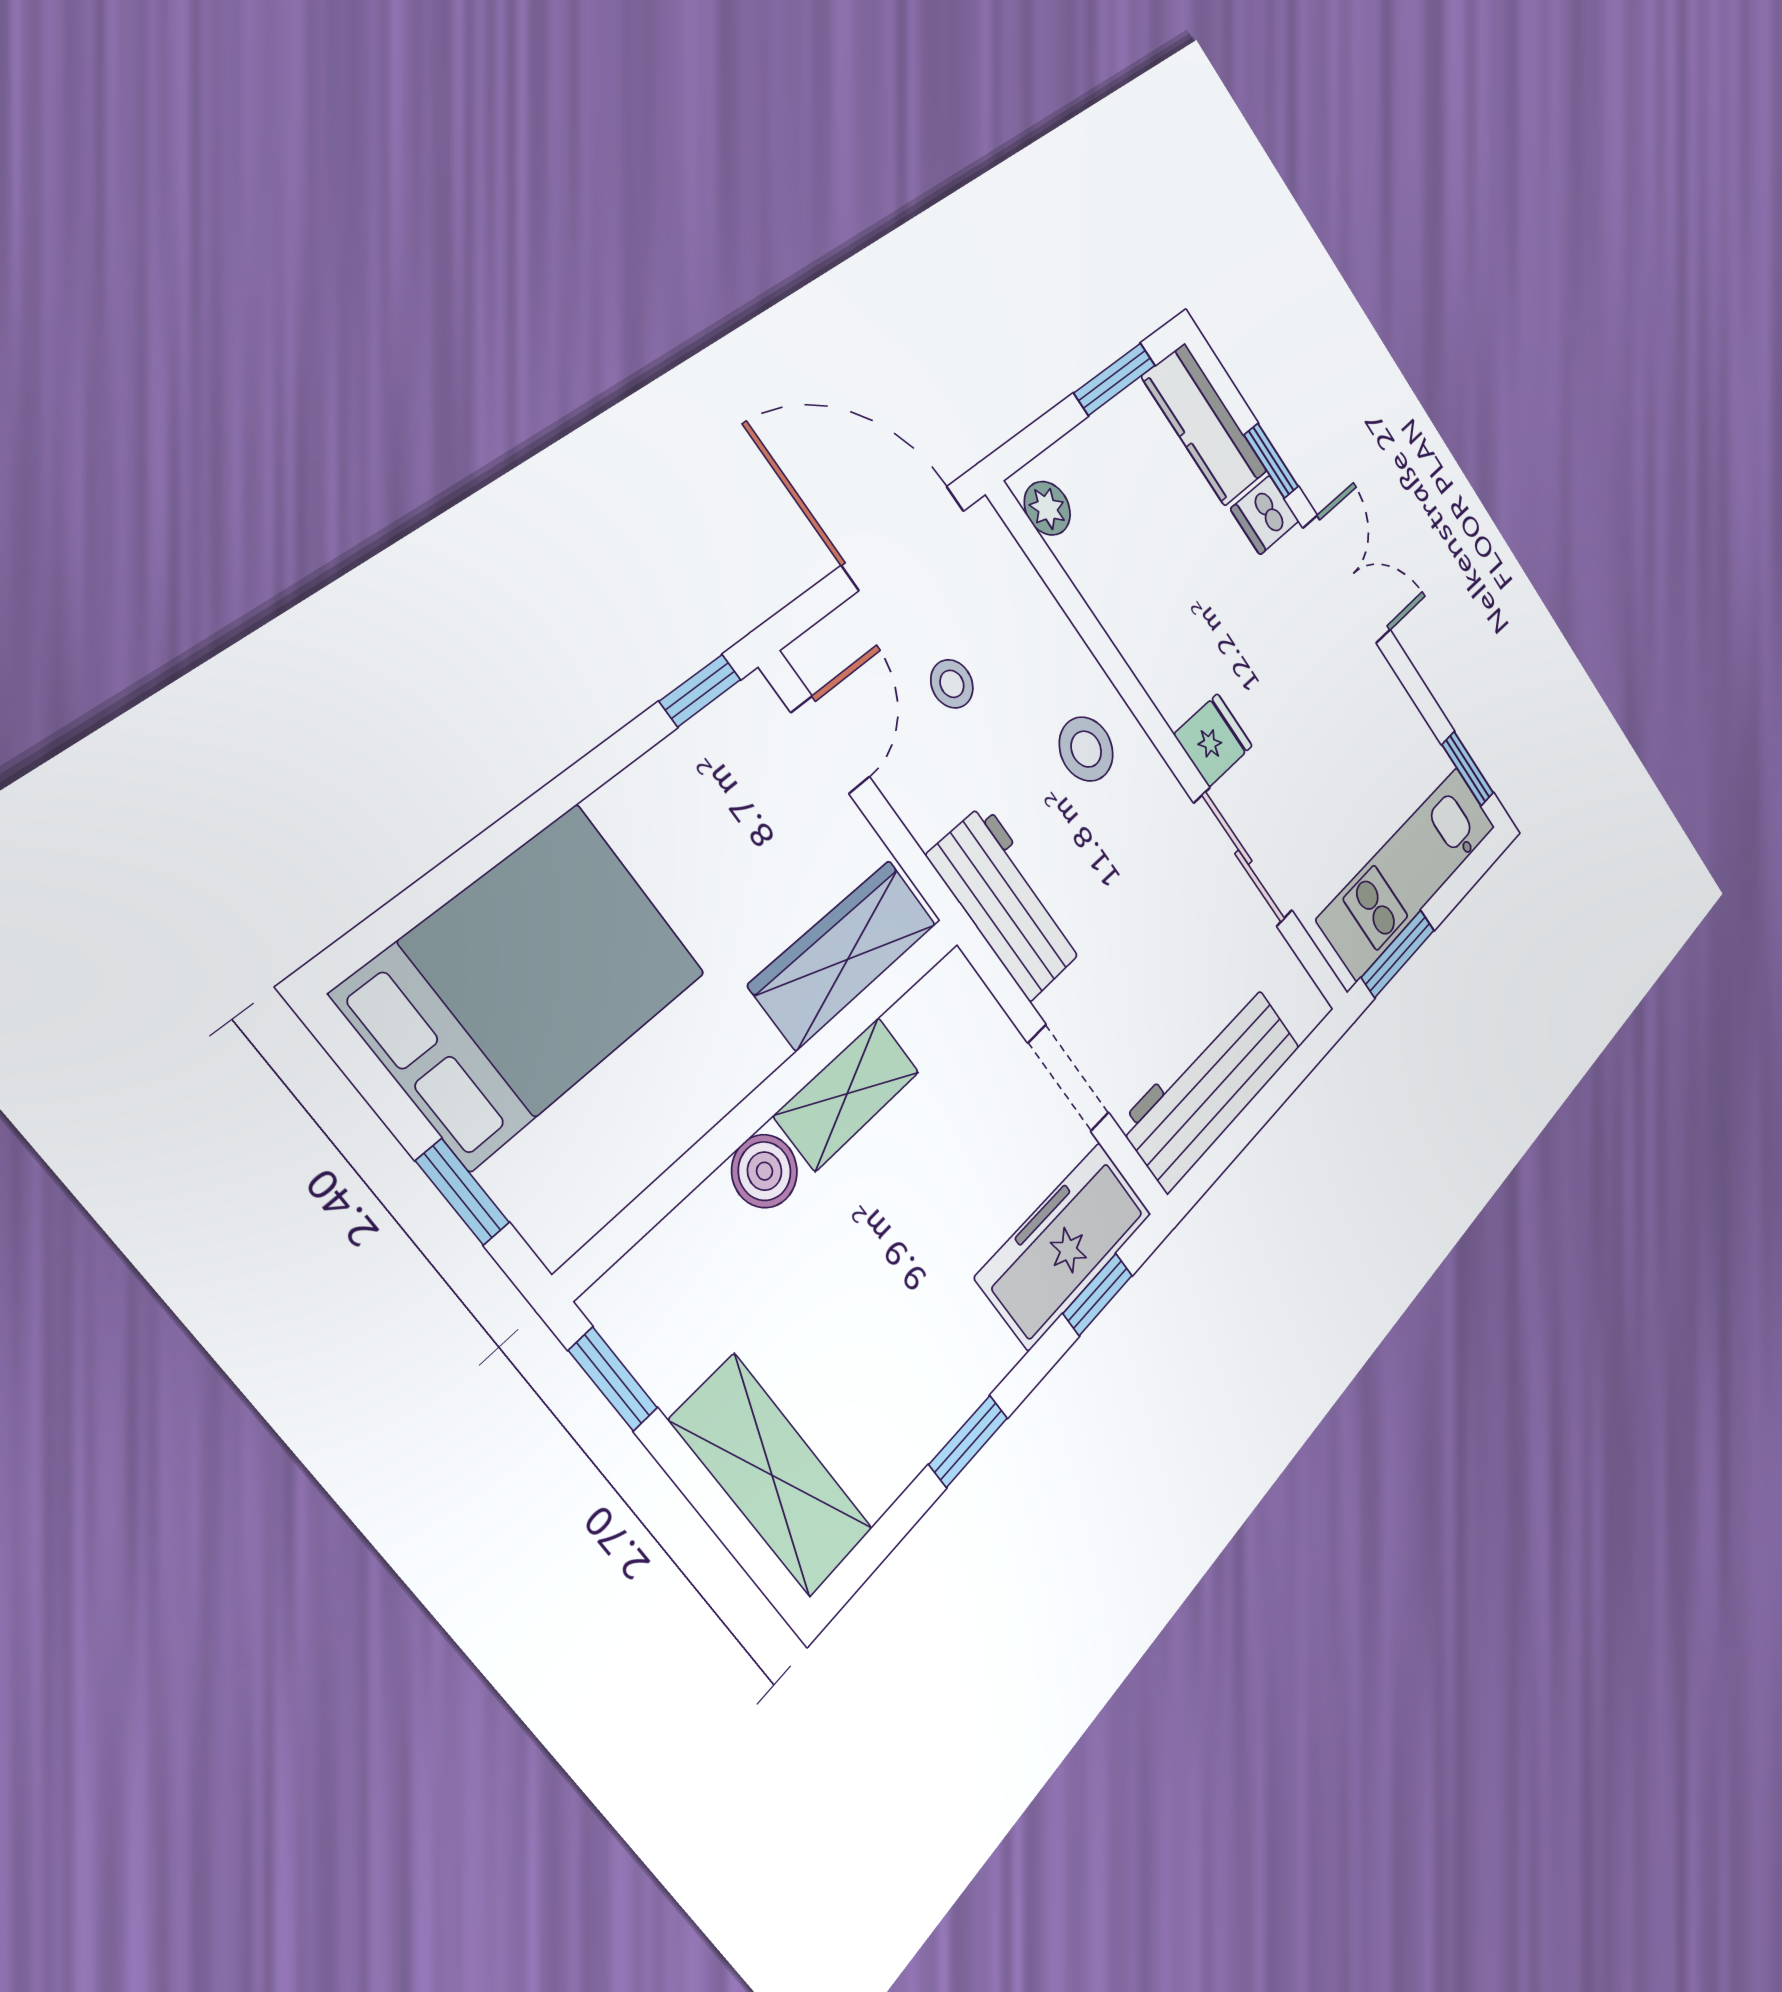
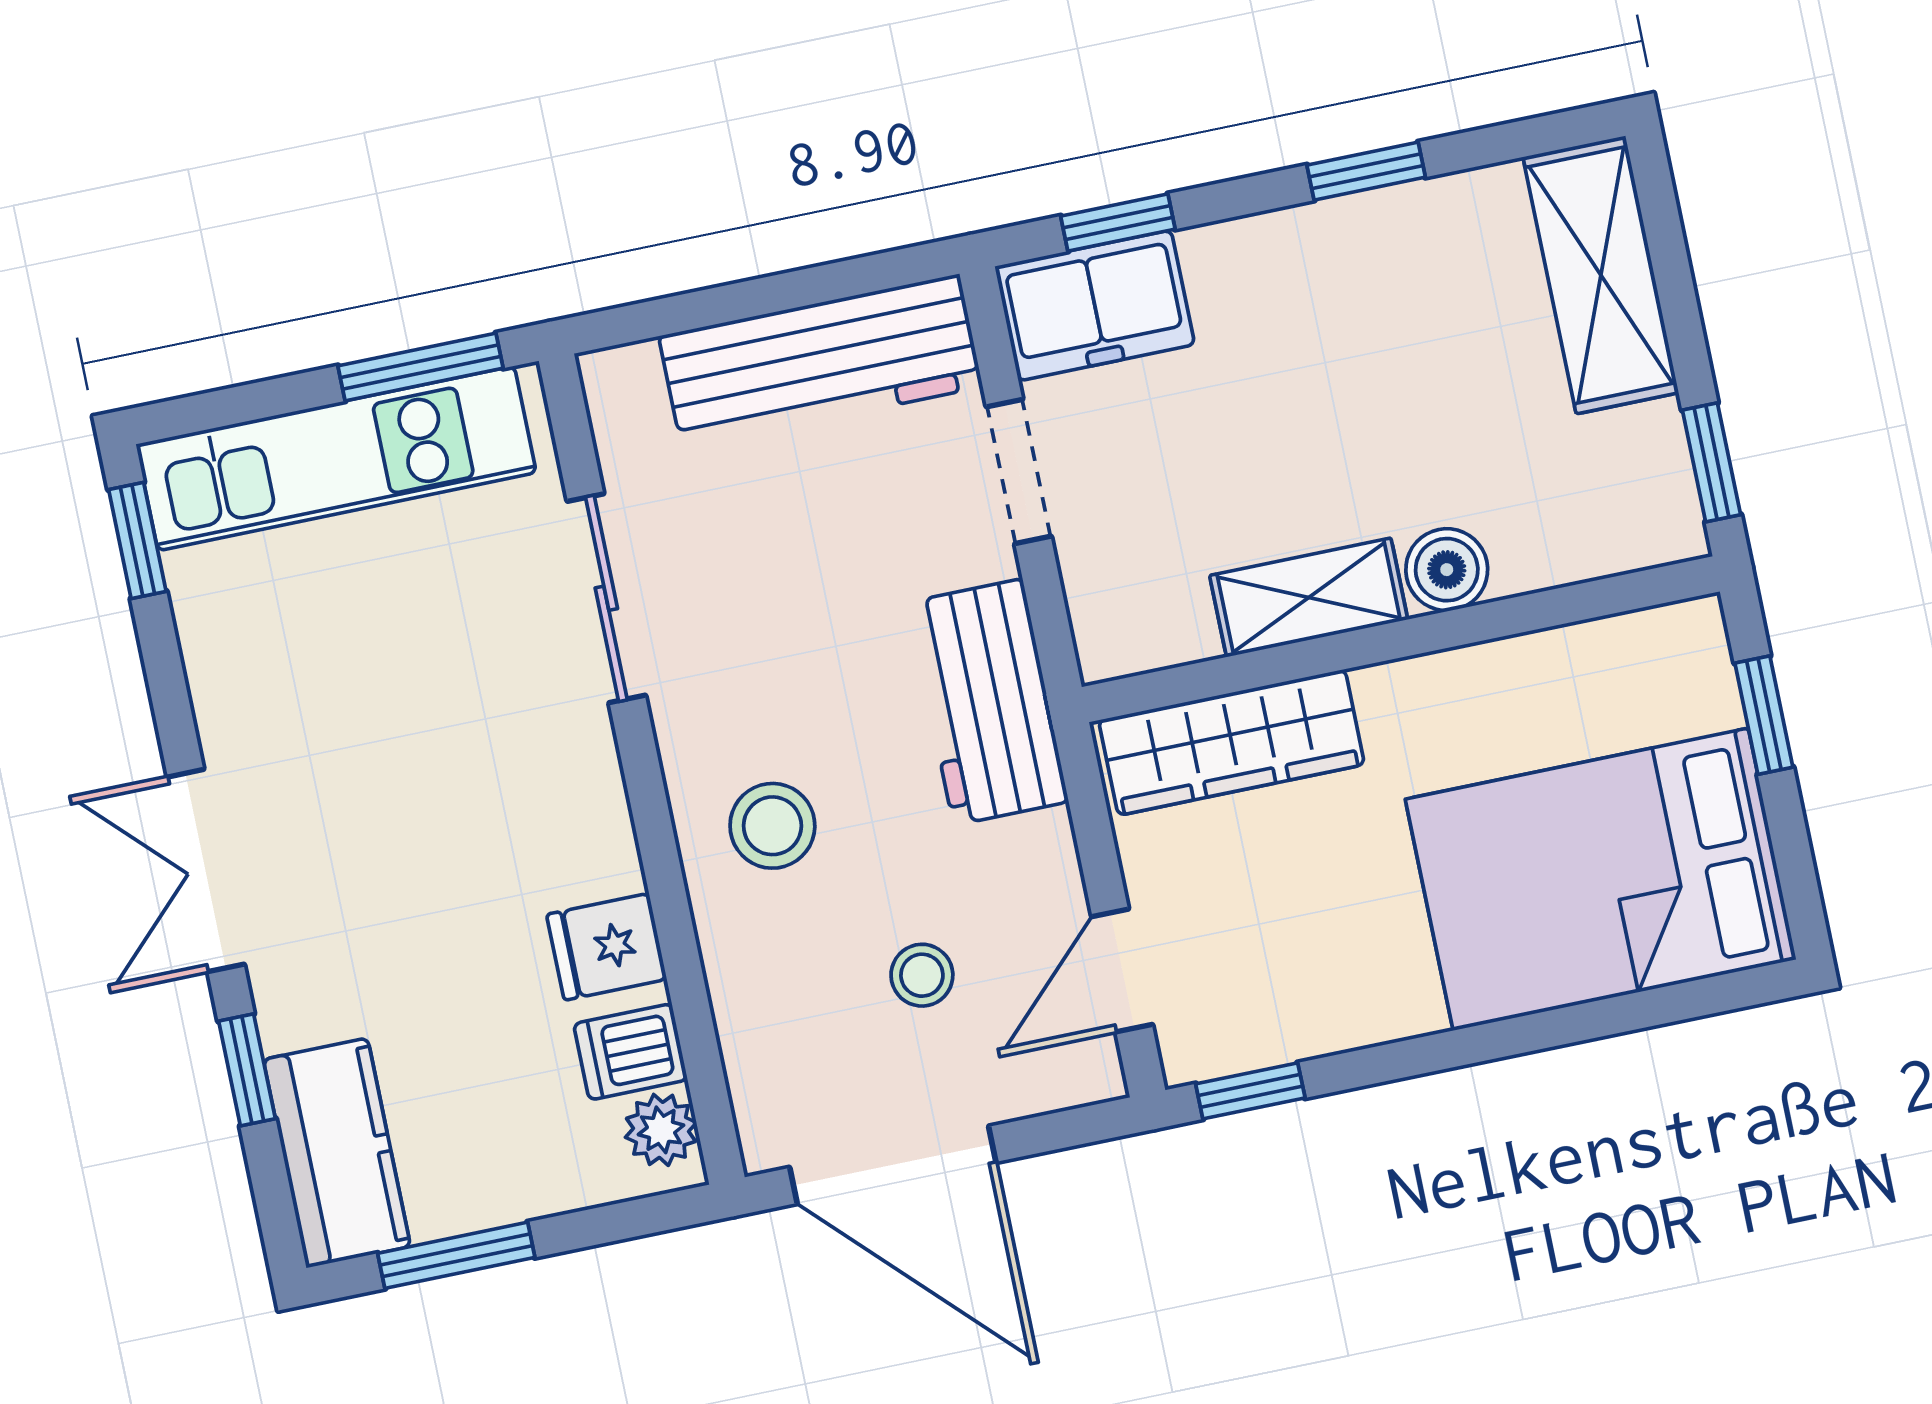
dishwasher: (1265, 515) -> (631, 1052), moved, turned 180
fridge: (1213, 740) -> (607, 947), moved
freezer: (1065, 1245) -> (1095, 306), width x0.71

